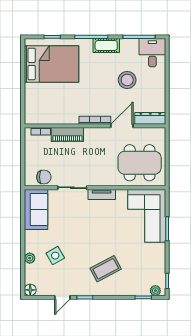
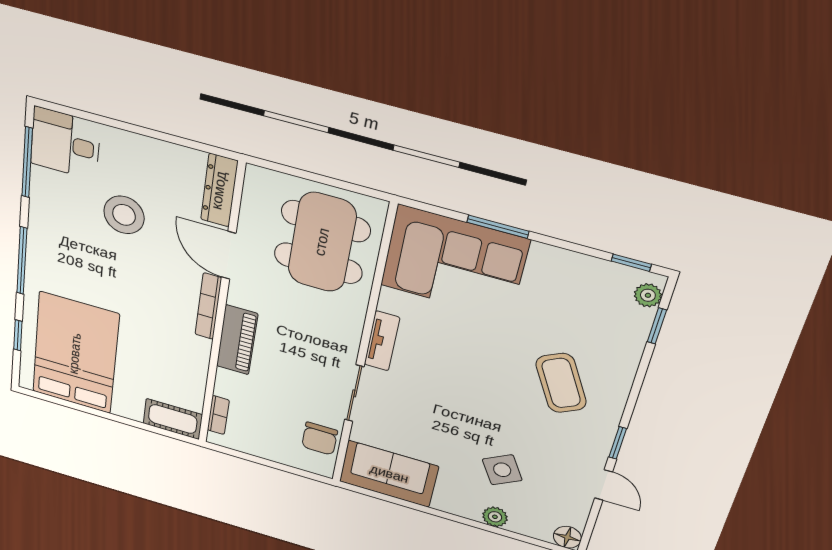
cot: (106, 45) -> (173, 419), moved, turned 90
piano: (67, 135) -> (237, 340), moved
chair: (44, 177) -> (320, 439), turned 180

